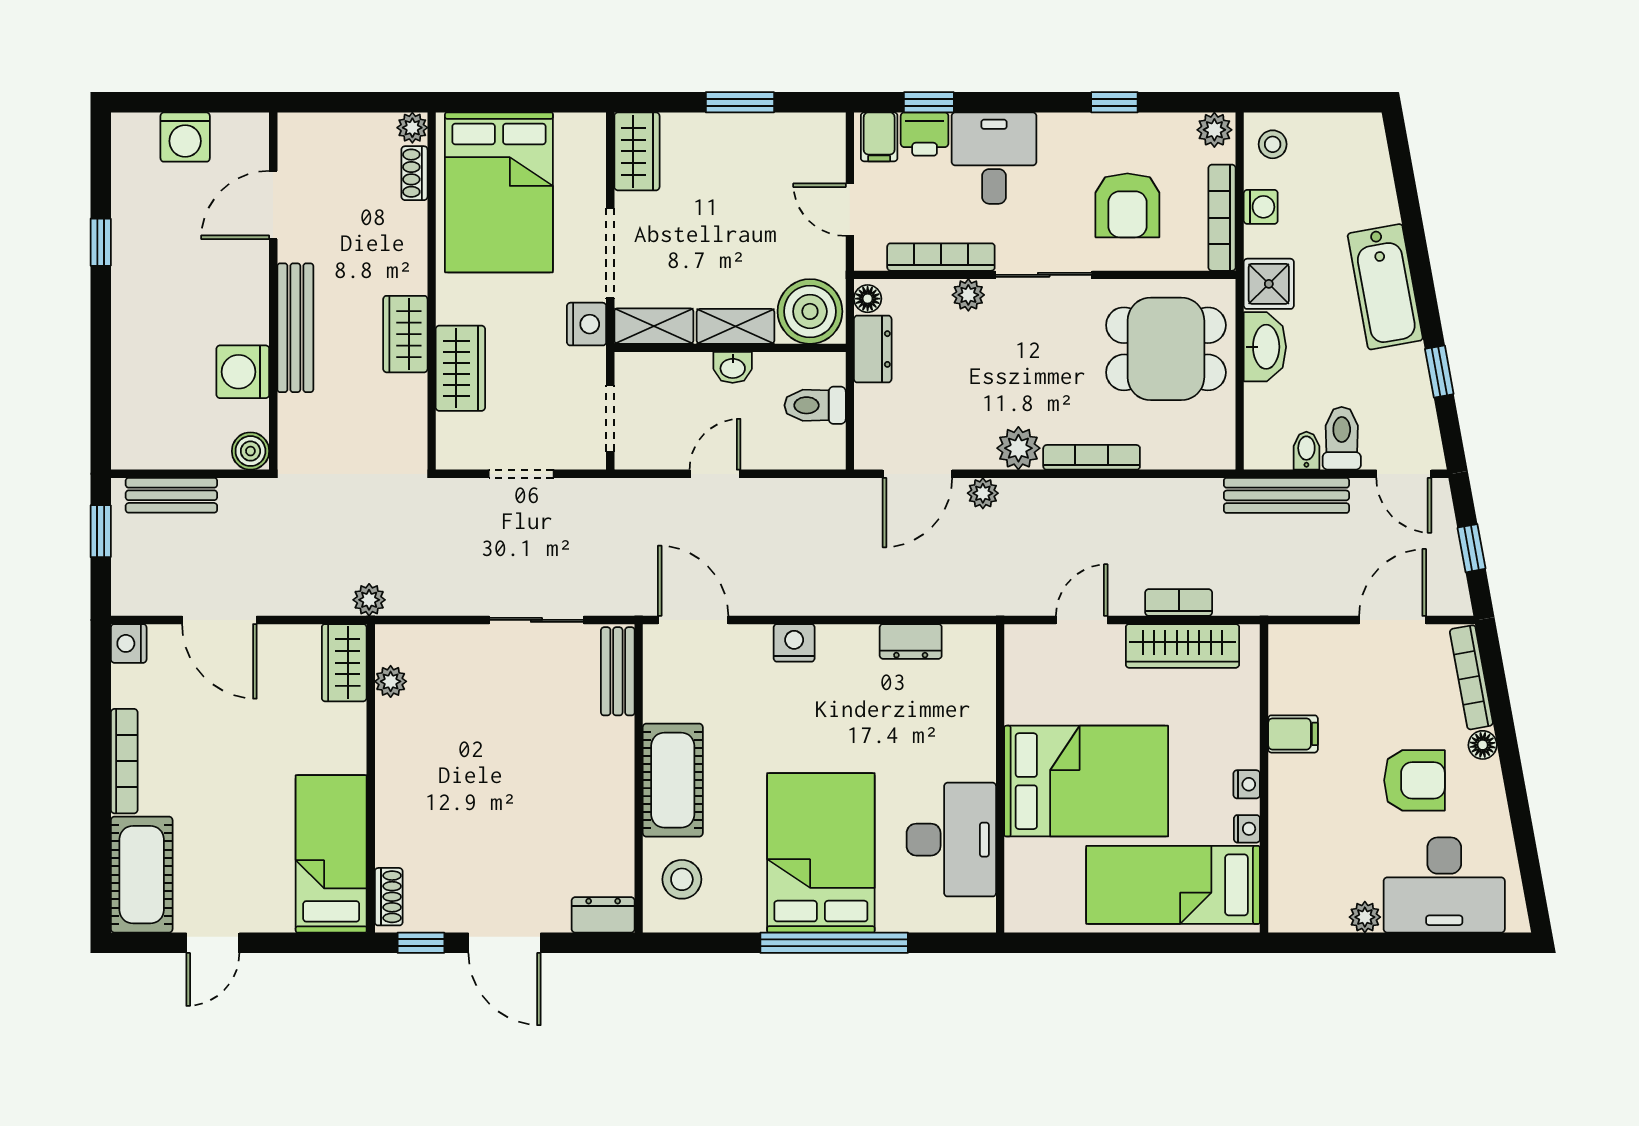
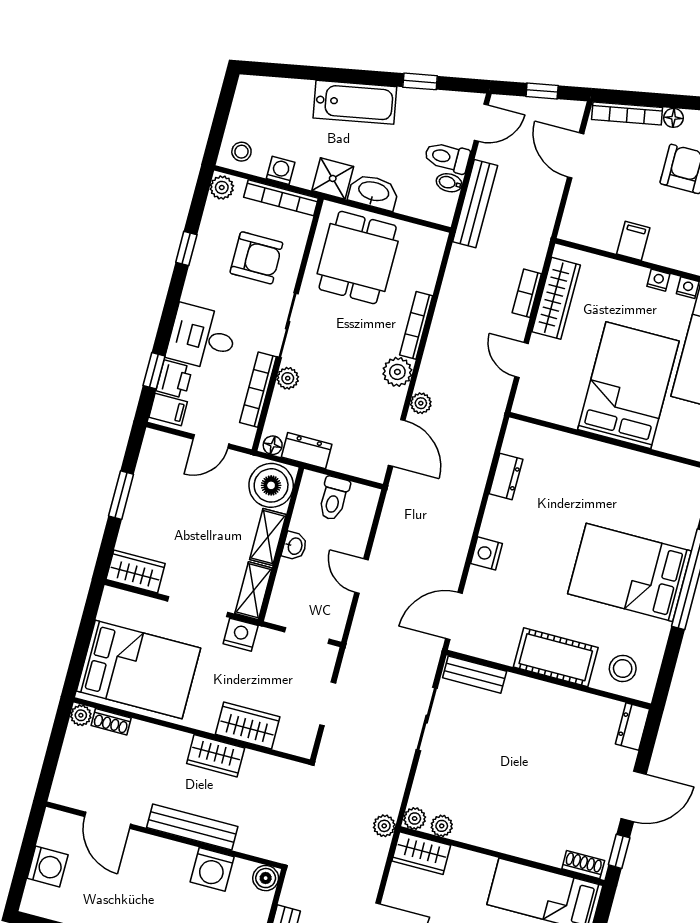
plant: (391, 640) -> (415, 819), added
desk: (951, 840) -> (643, 484), removed

